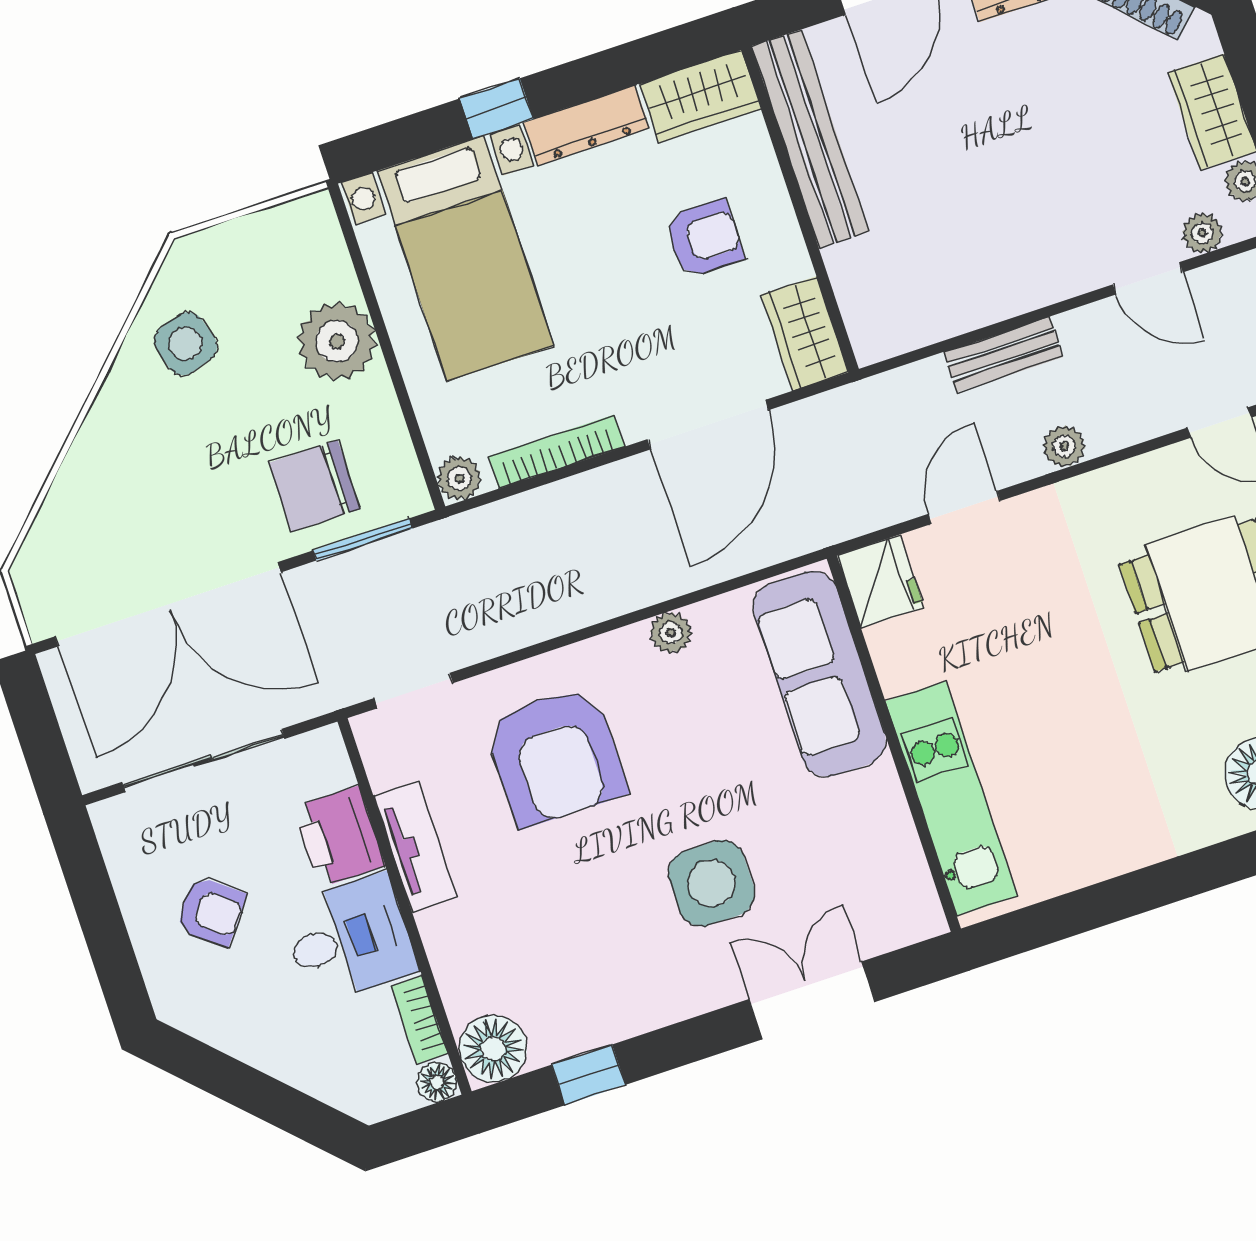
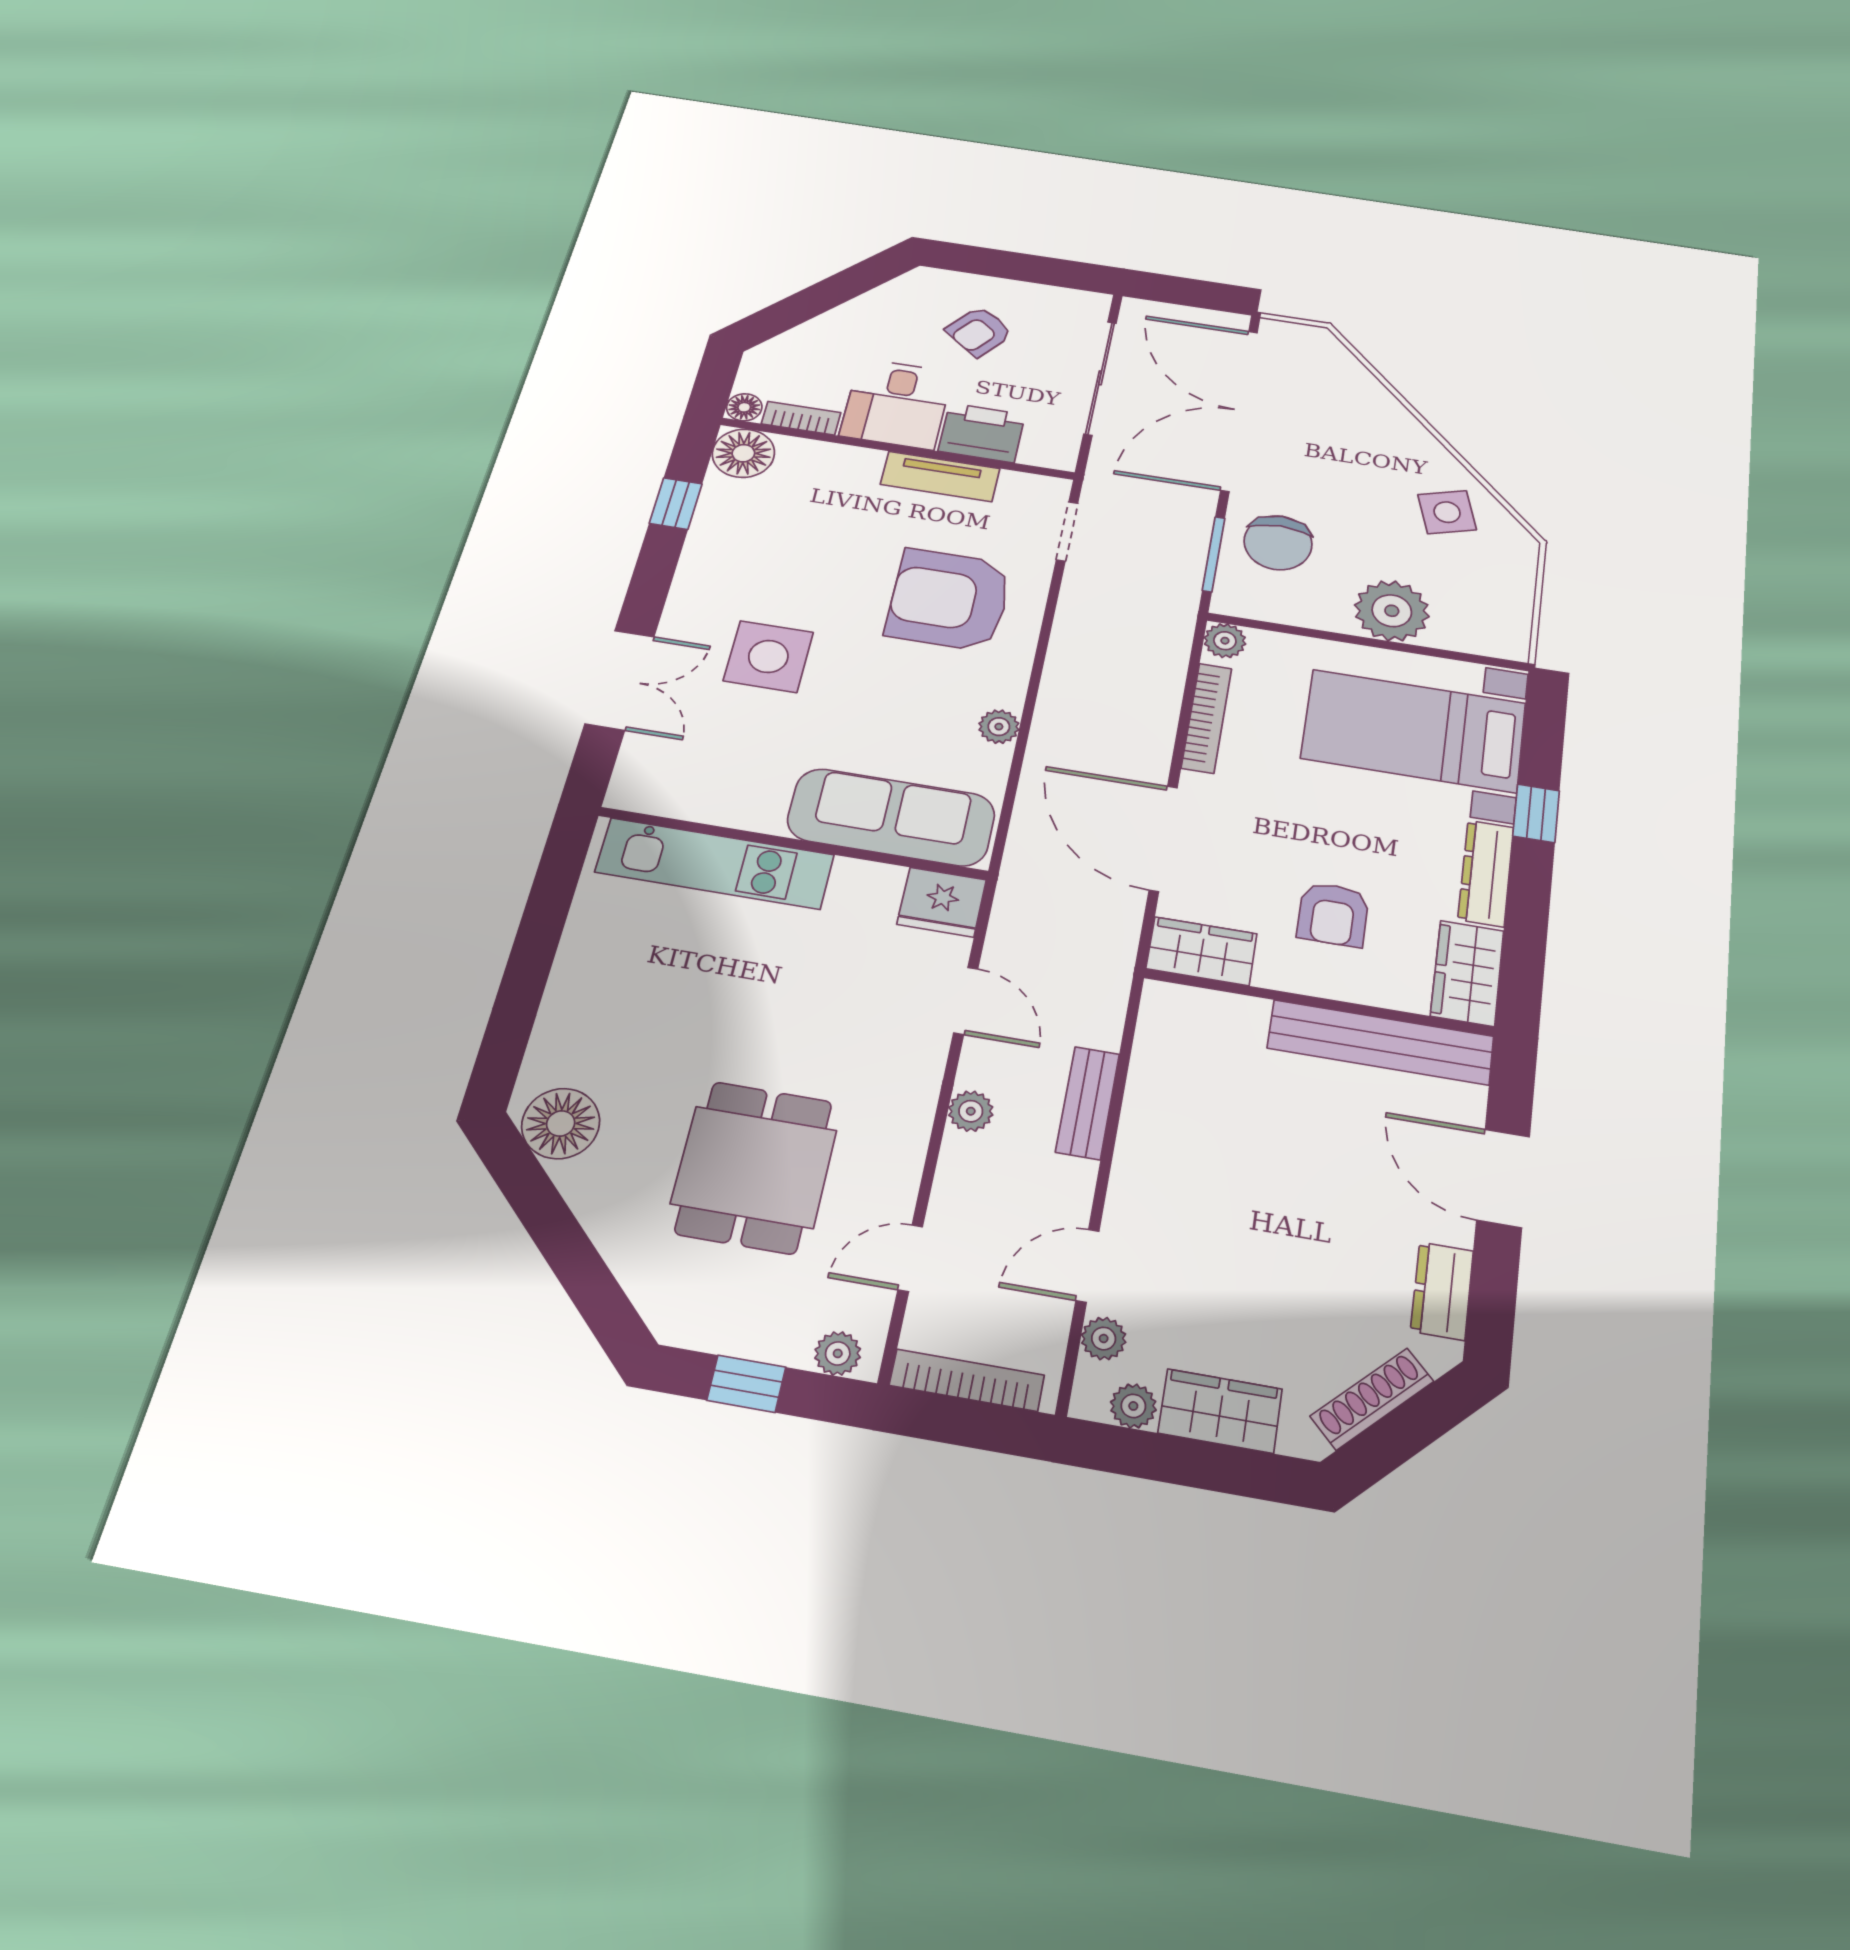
chair: (315, 486) -> (1278, 543), turned 180

